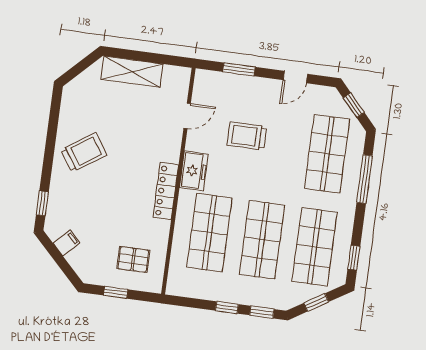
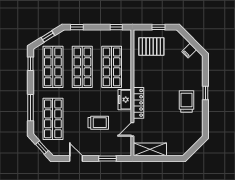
shelving: (132, 72) -> (150, 149), moved
door: (295, 77) -> (76, 159), hinge flipped
trolley: (84, 152) -> (186, 102), turned 124
locker: (166, 191) -> (139, 103), moved
window: (42, 203) -> (205, 93), moved
pallet: (133, 259) -> (151, 47), width x1.50, depth x1.42
window: (227, 307) -> (116, 27), moved

